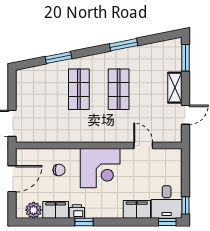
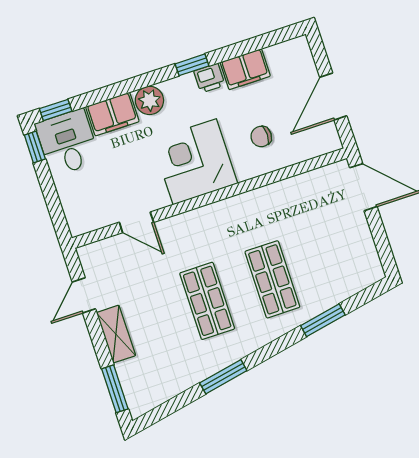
plant: (34, 210) -> (149, 100), moved

